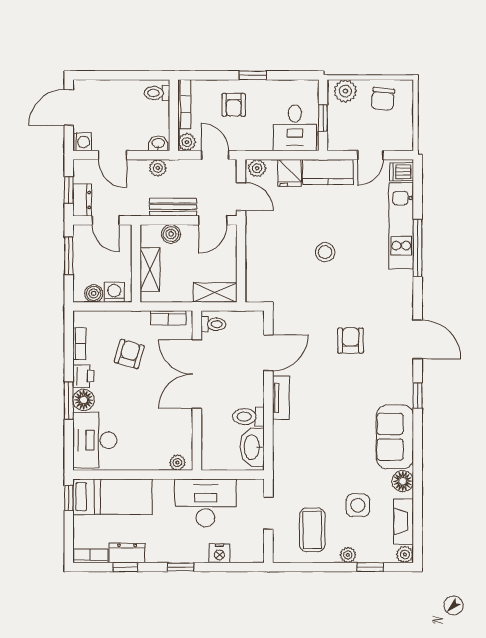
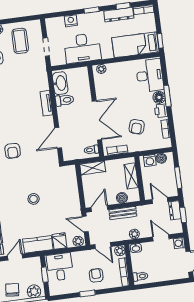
tv unit: (281, 398) -> (46, 103), moved
dresser: (127, 553) -> (119, 15), width x1.44

